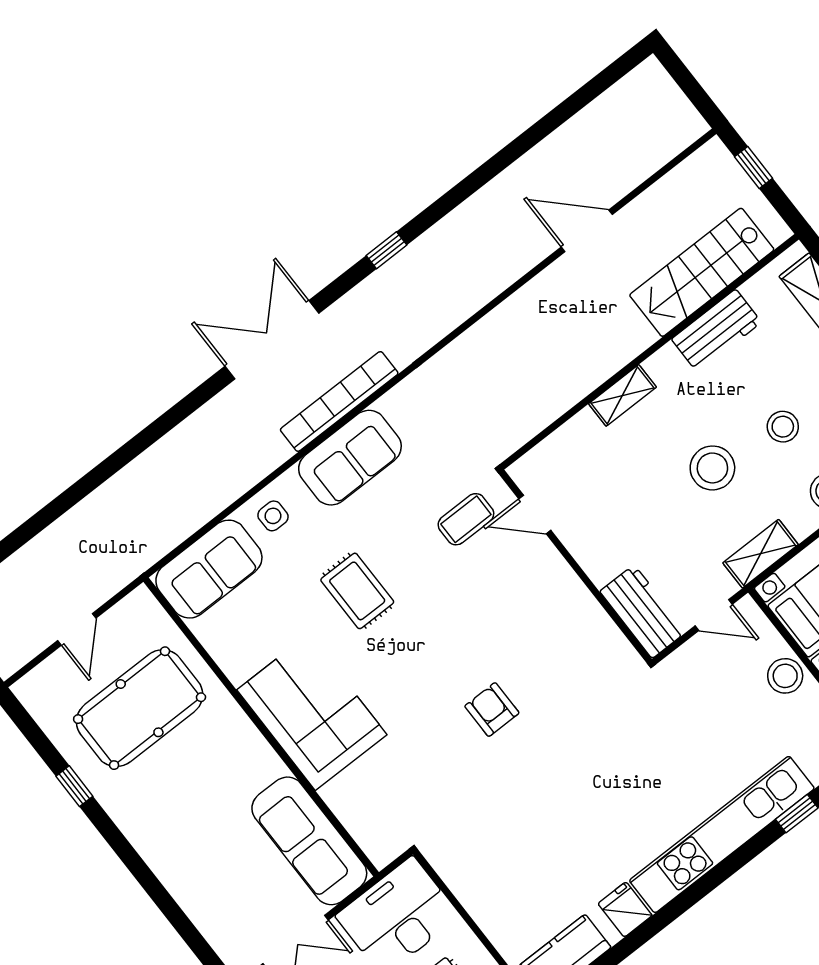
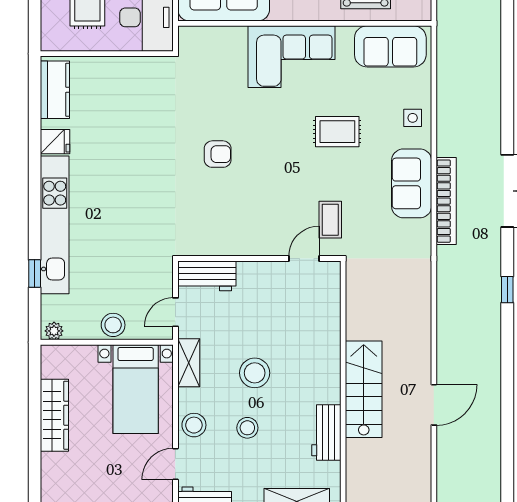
stairs: (702, 272) -> (364, 389), moved
shelving: (622, 395) -> (331, 355), removed
sofa: (209, 569) -> (390, 46), moved, turned -90

